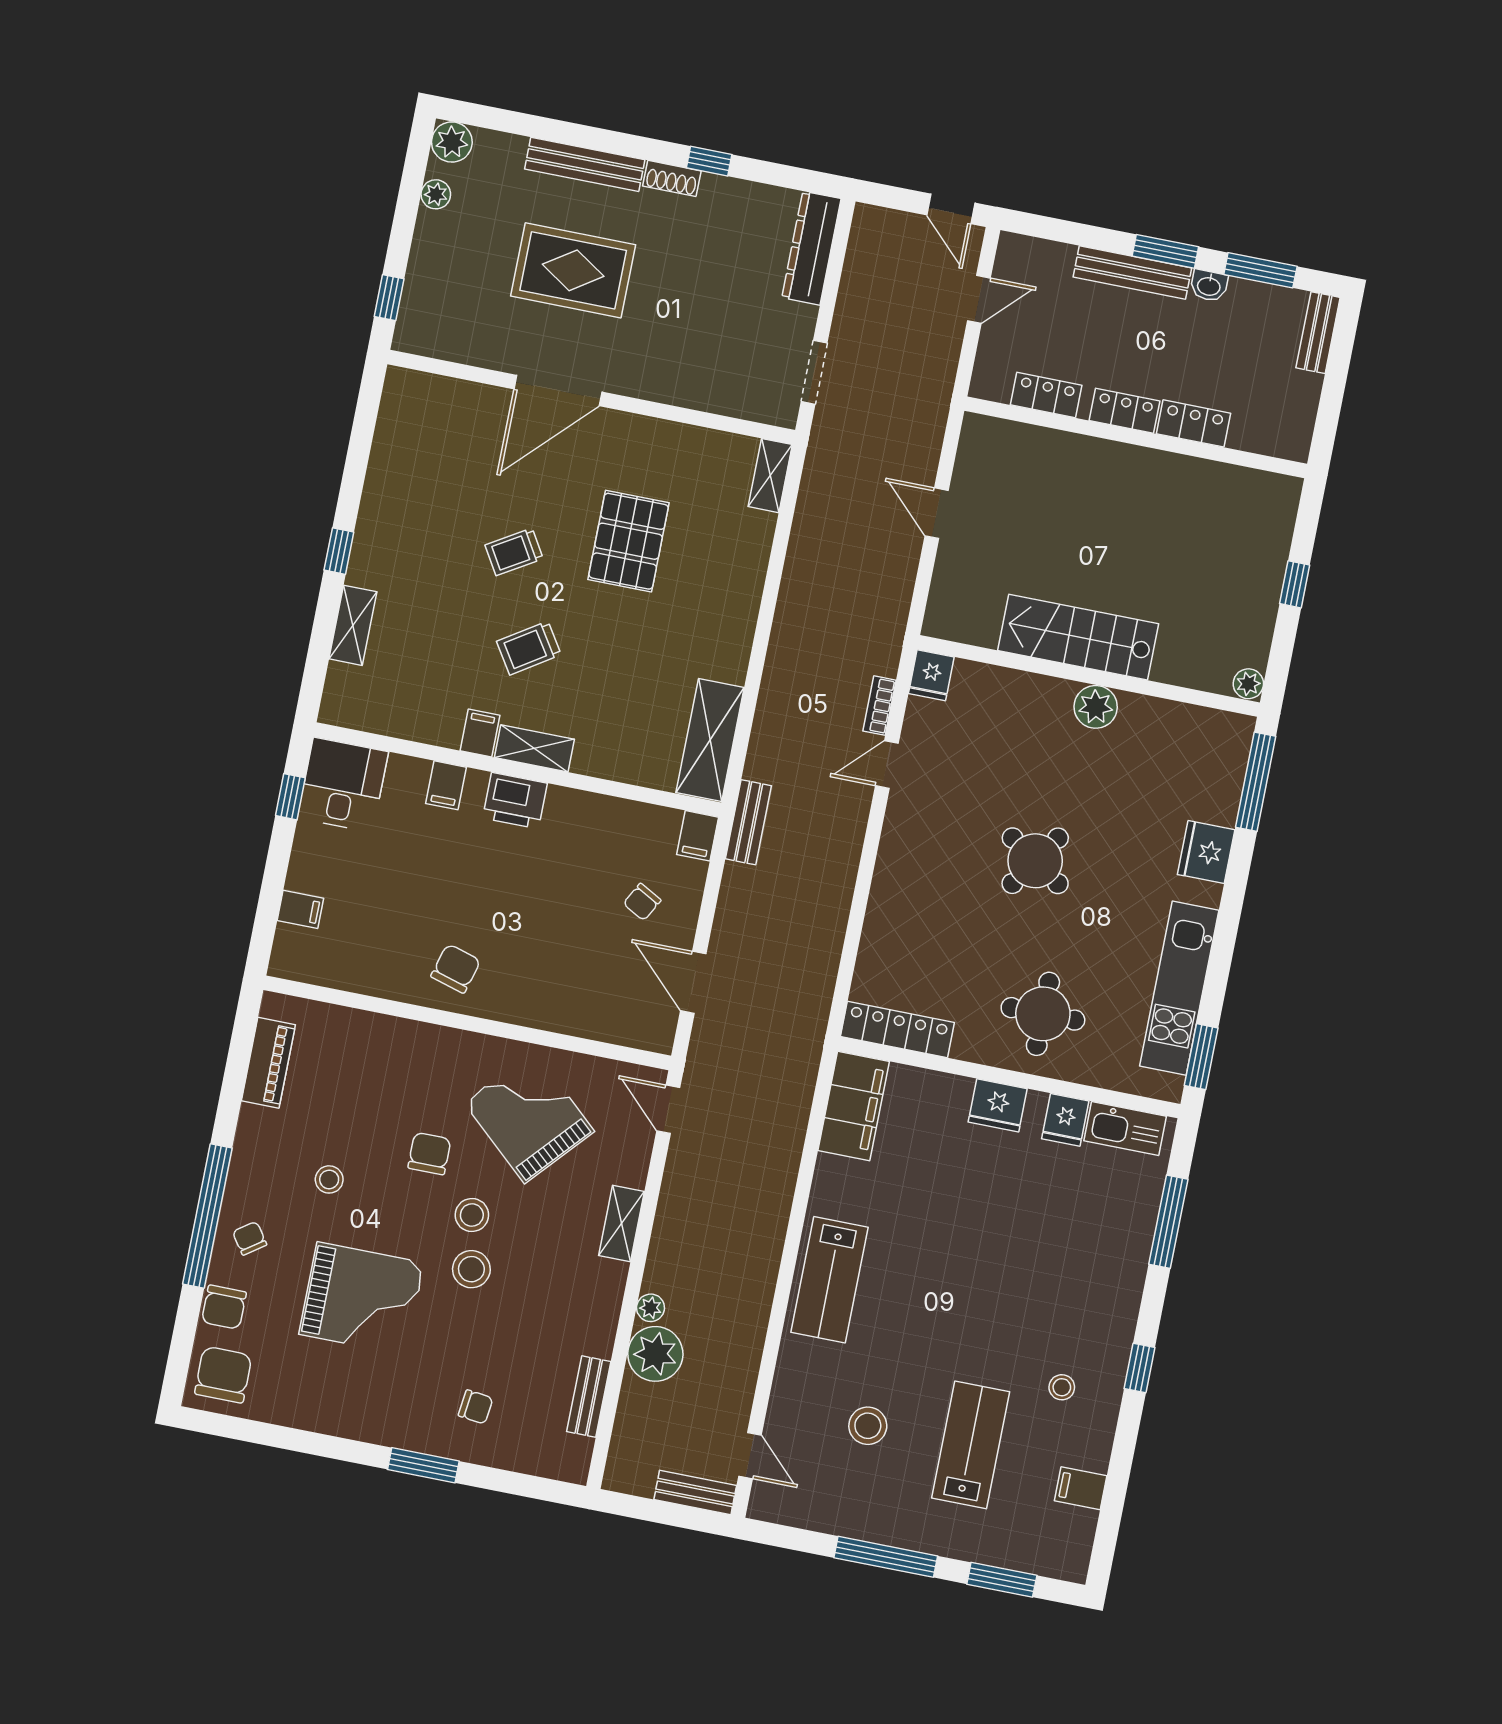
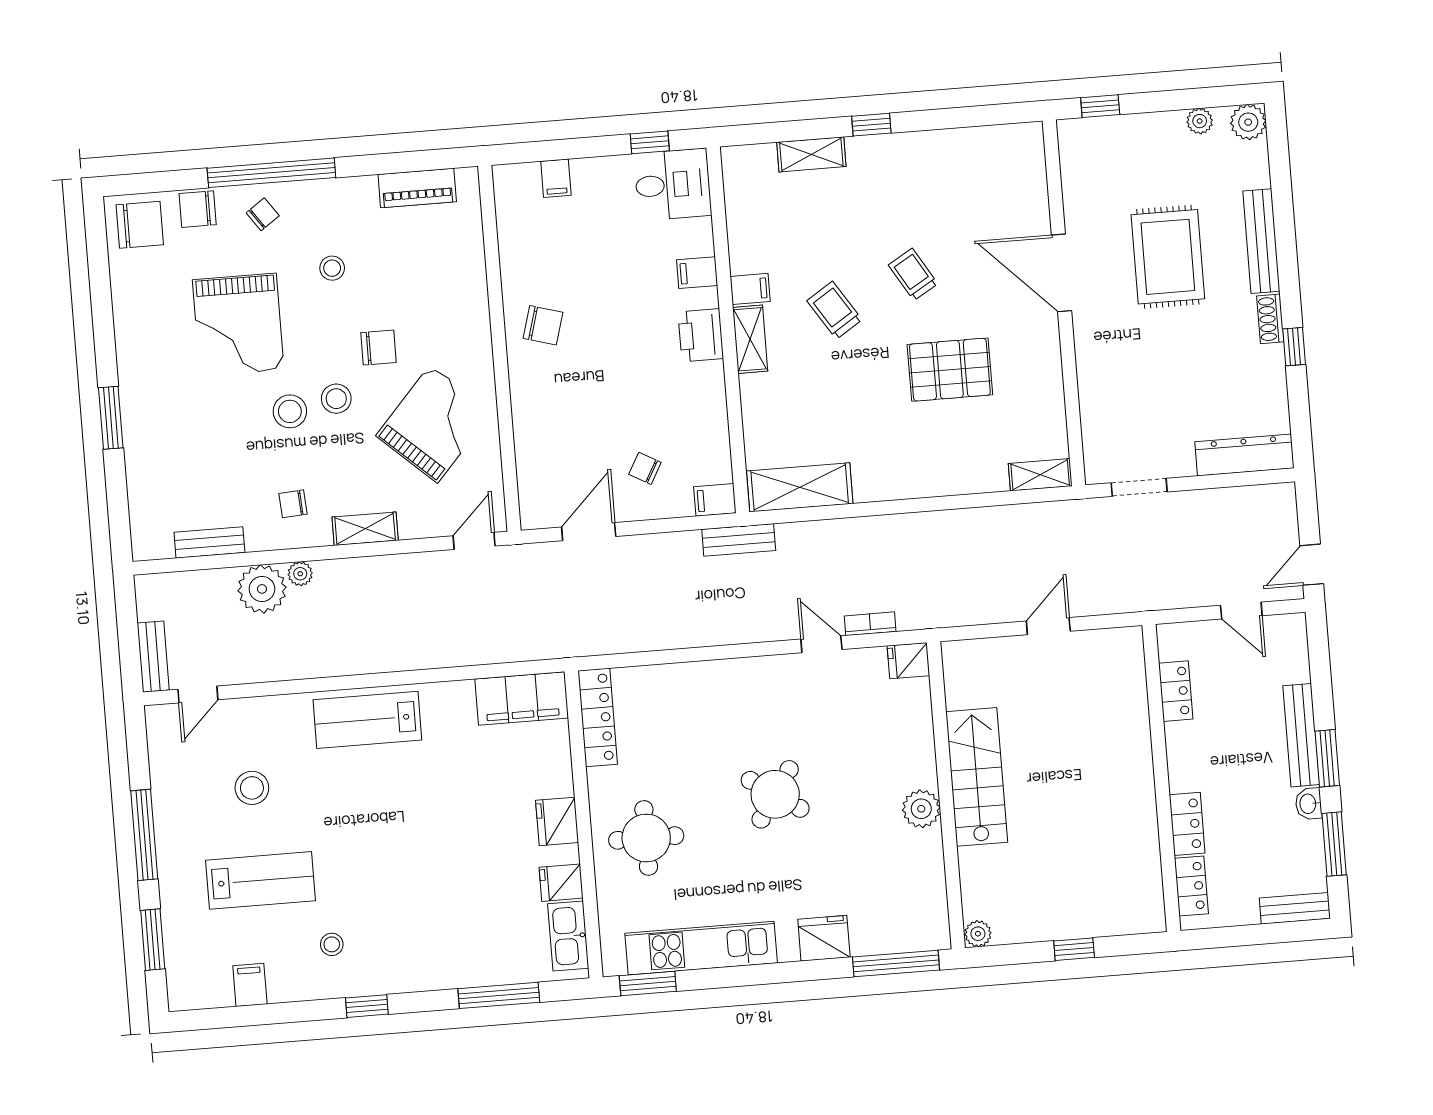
locker: (1125, 411) -> (1191, 886), moved
chair: (476, 1407) -> (293, 504), moved, turned 79

